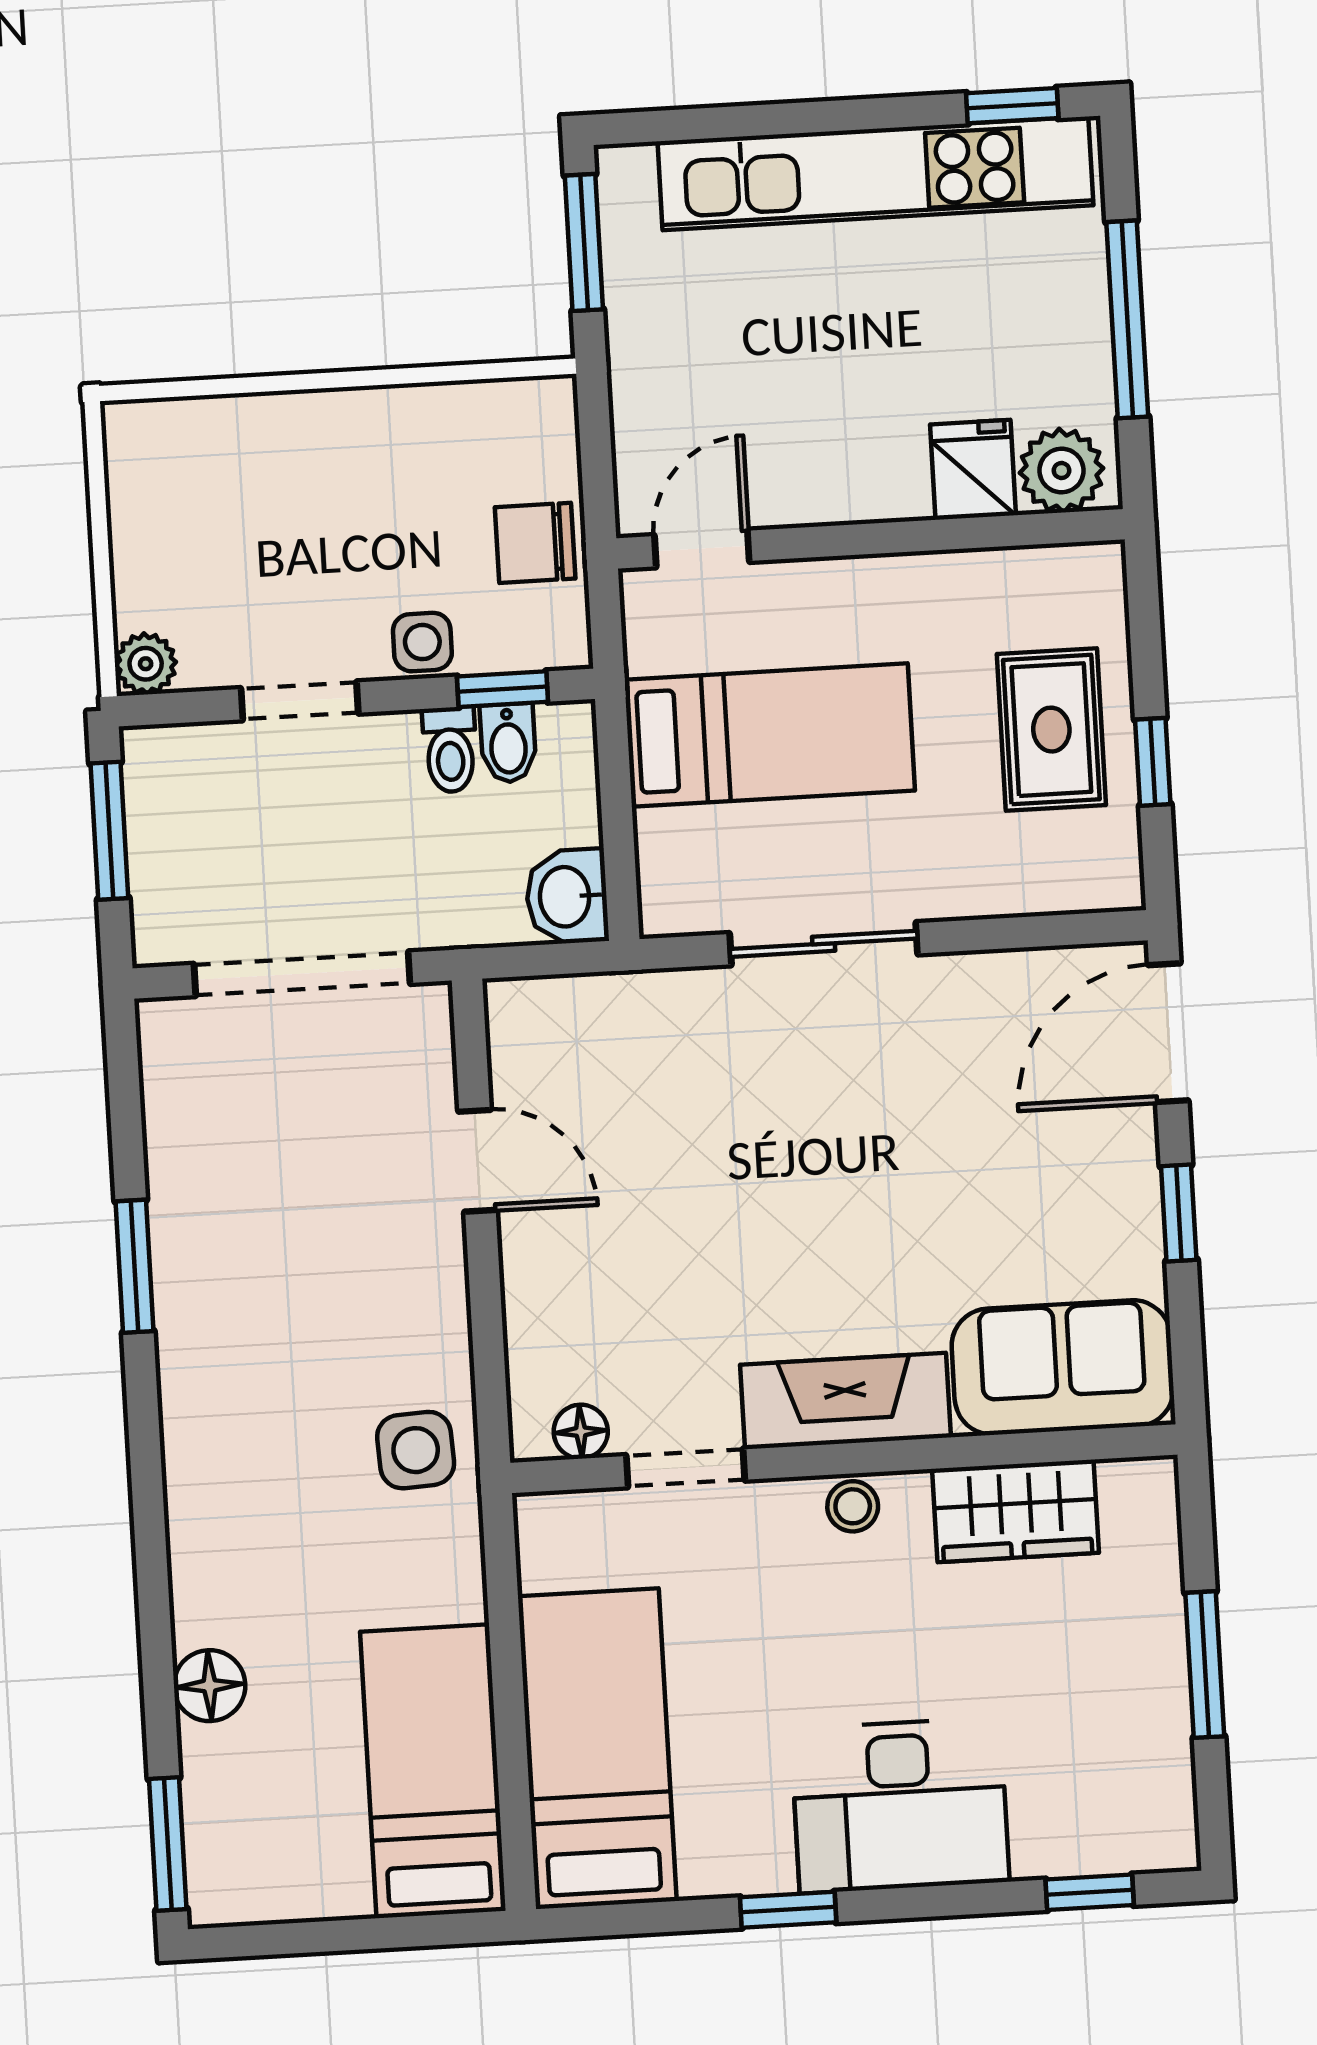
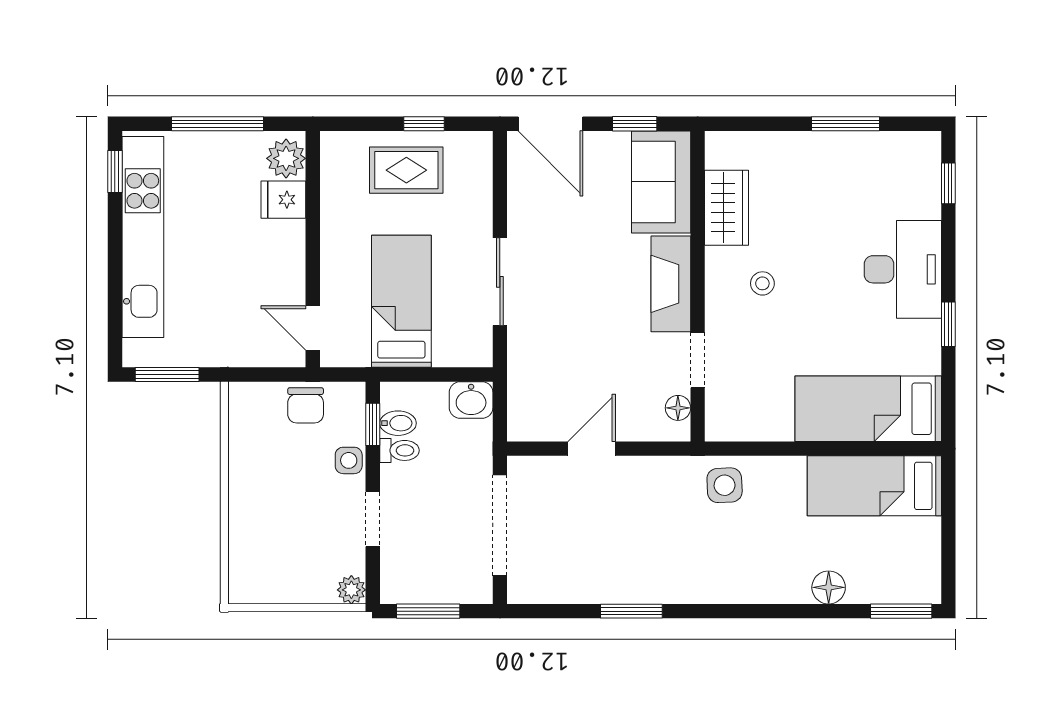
sofa: (1063, 1367) -> (661, 182), moved
fireplace: (846, 1401) -> (671, 284), moved
floor lamp: (581, 1432) -> (678, 408), moved
wall: (844, 1459) -> (698, 286), moved
doorway: (686, 1468) -> (698, 360), moved
wardrobe: (1016, 1511) -> (727, 208), moved

